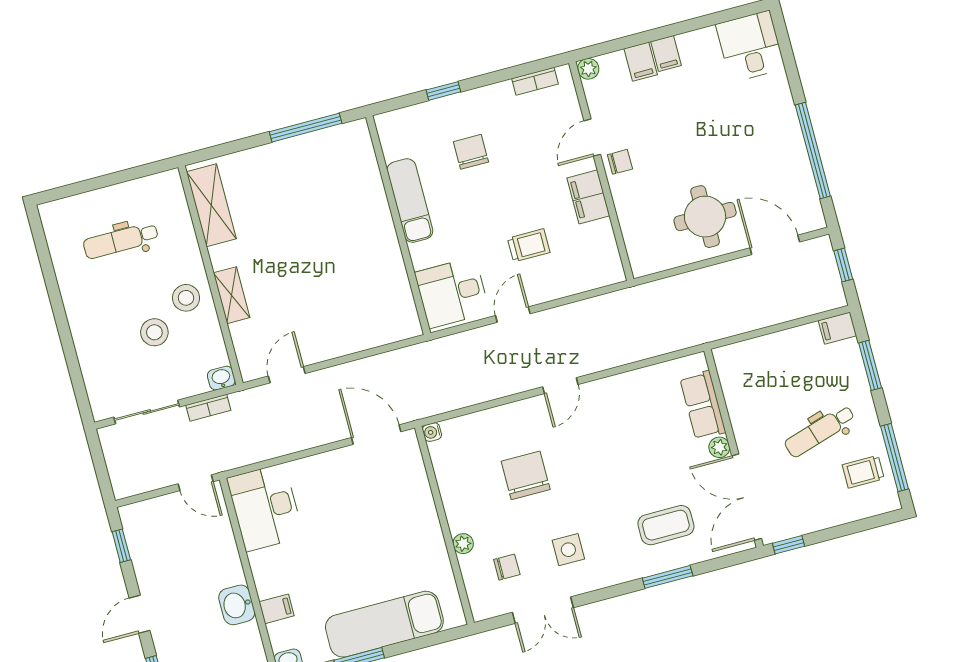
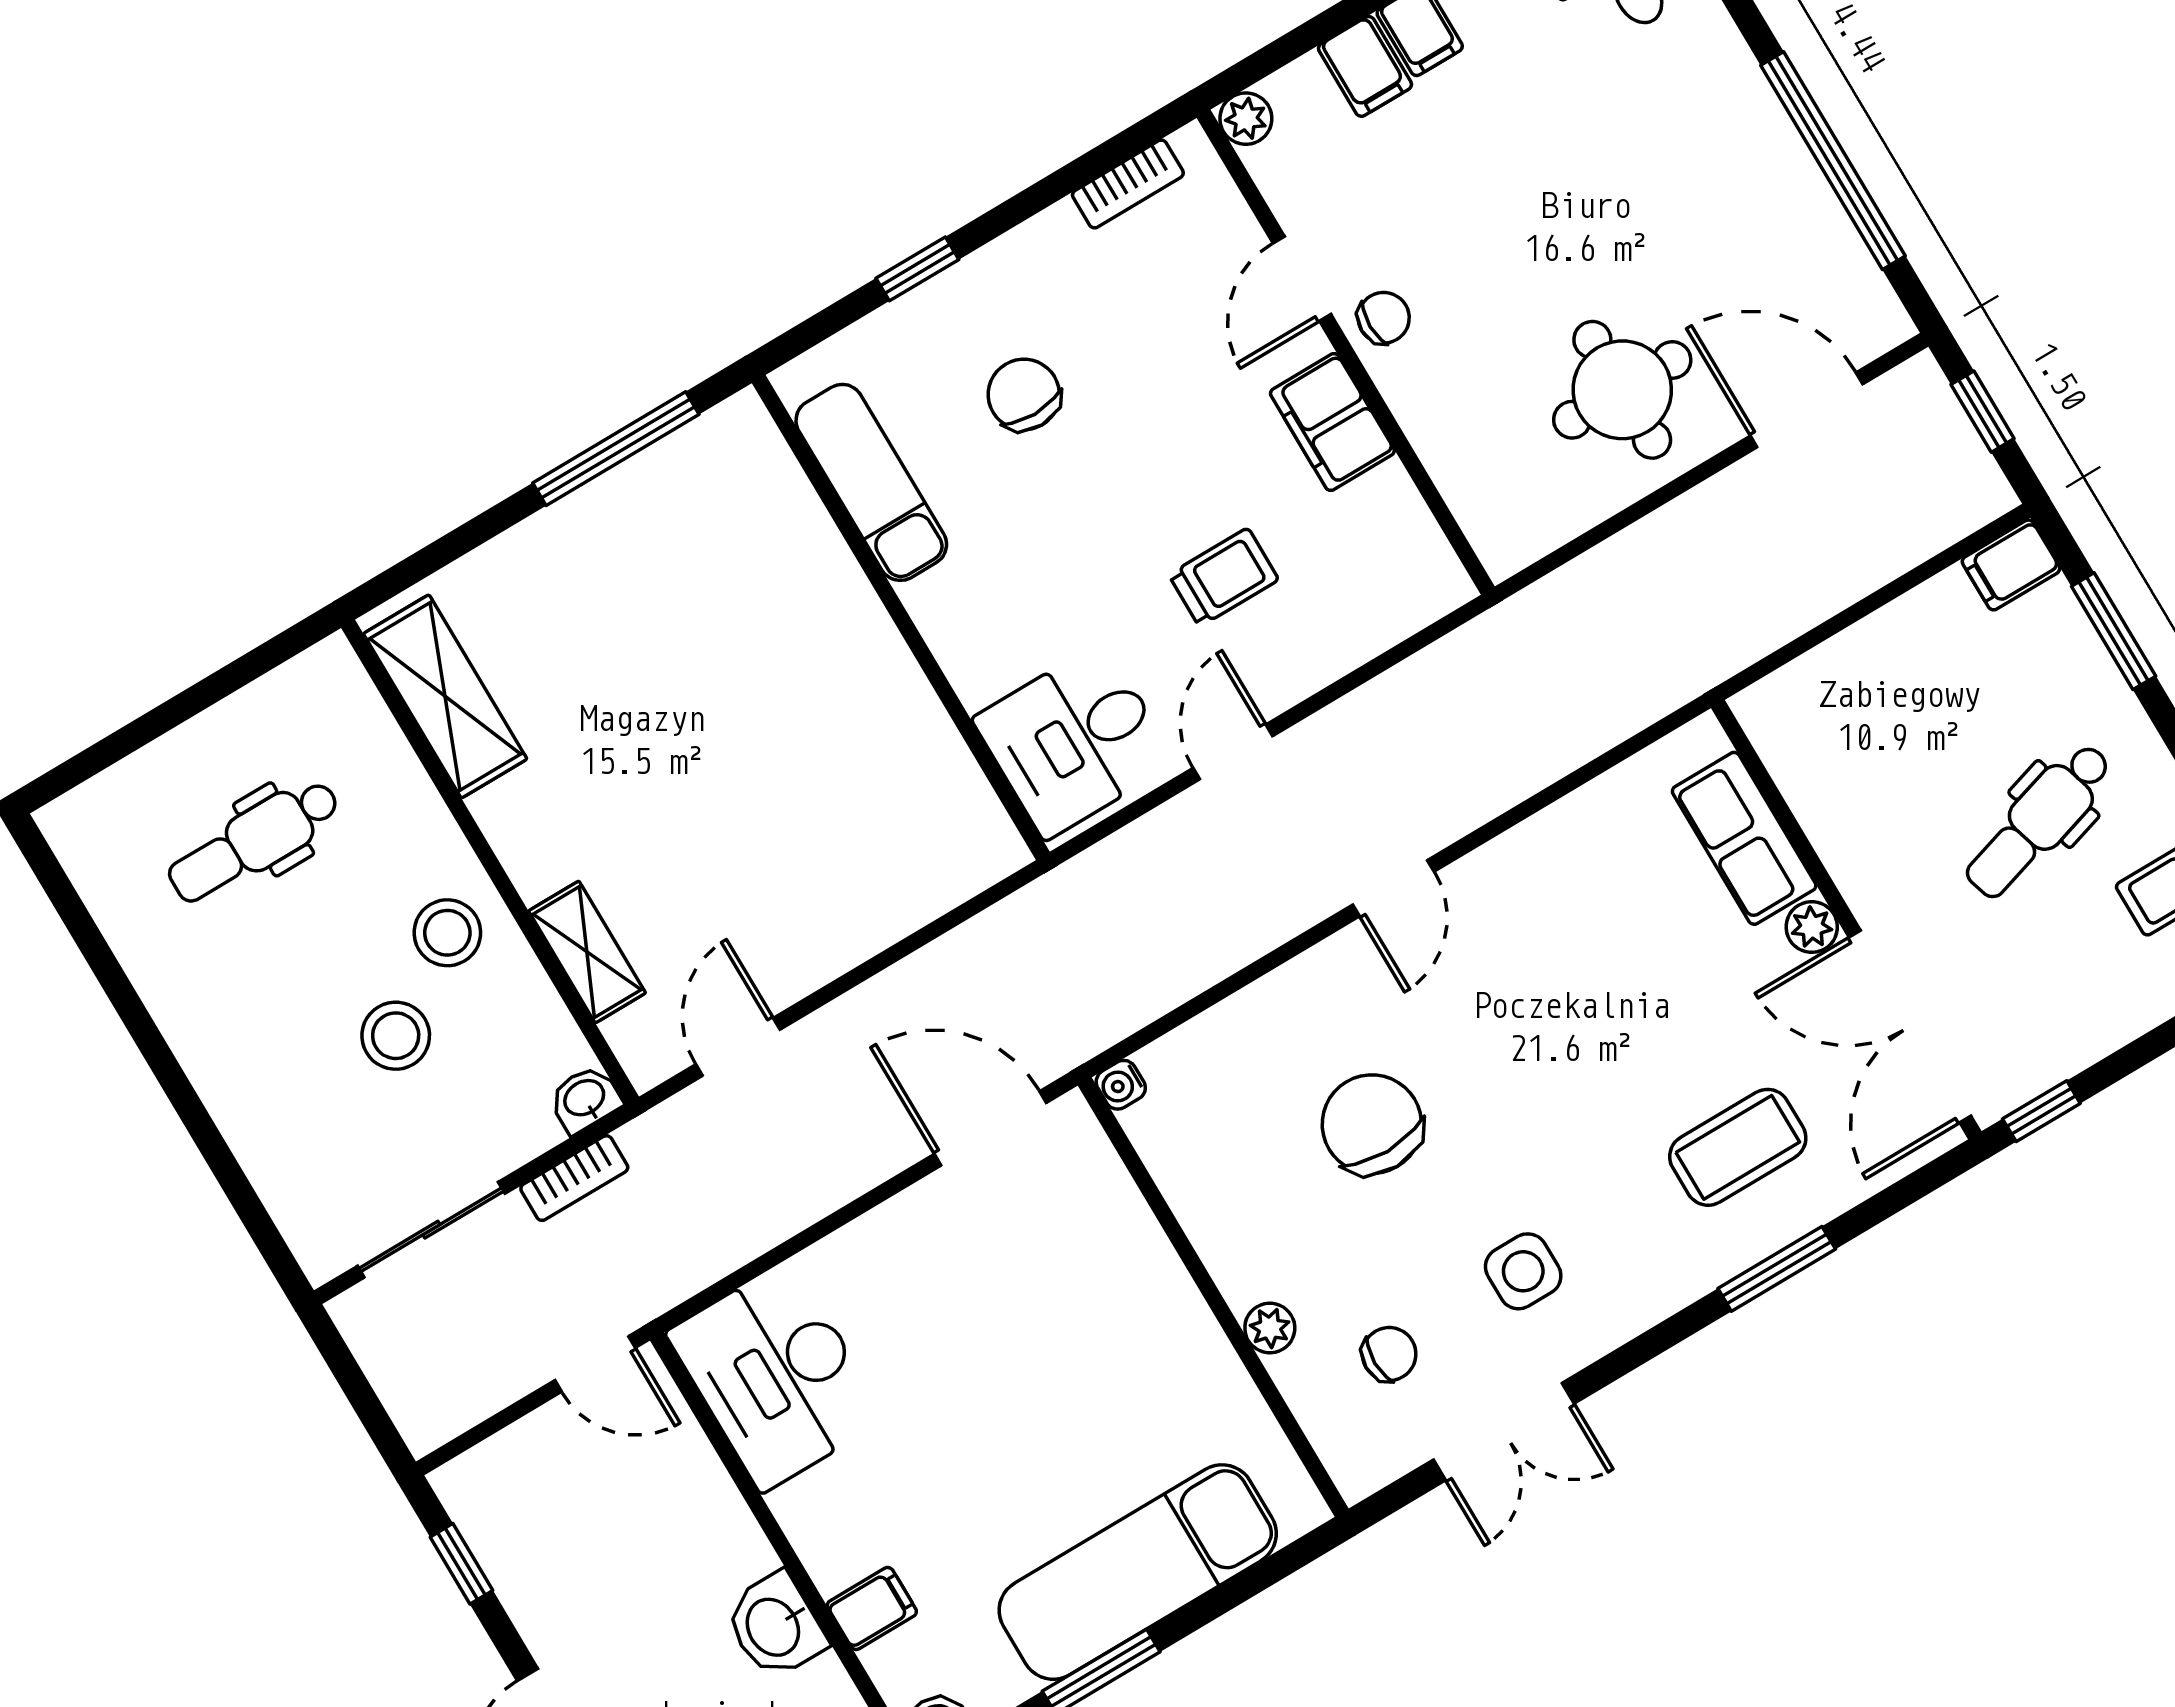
exam couch: (410, 200) -> (871, 482), moved
shelving: (232, 295) -> (587, 952), moved

